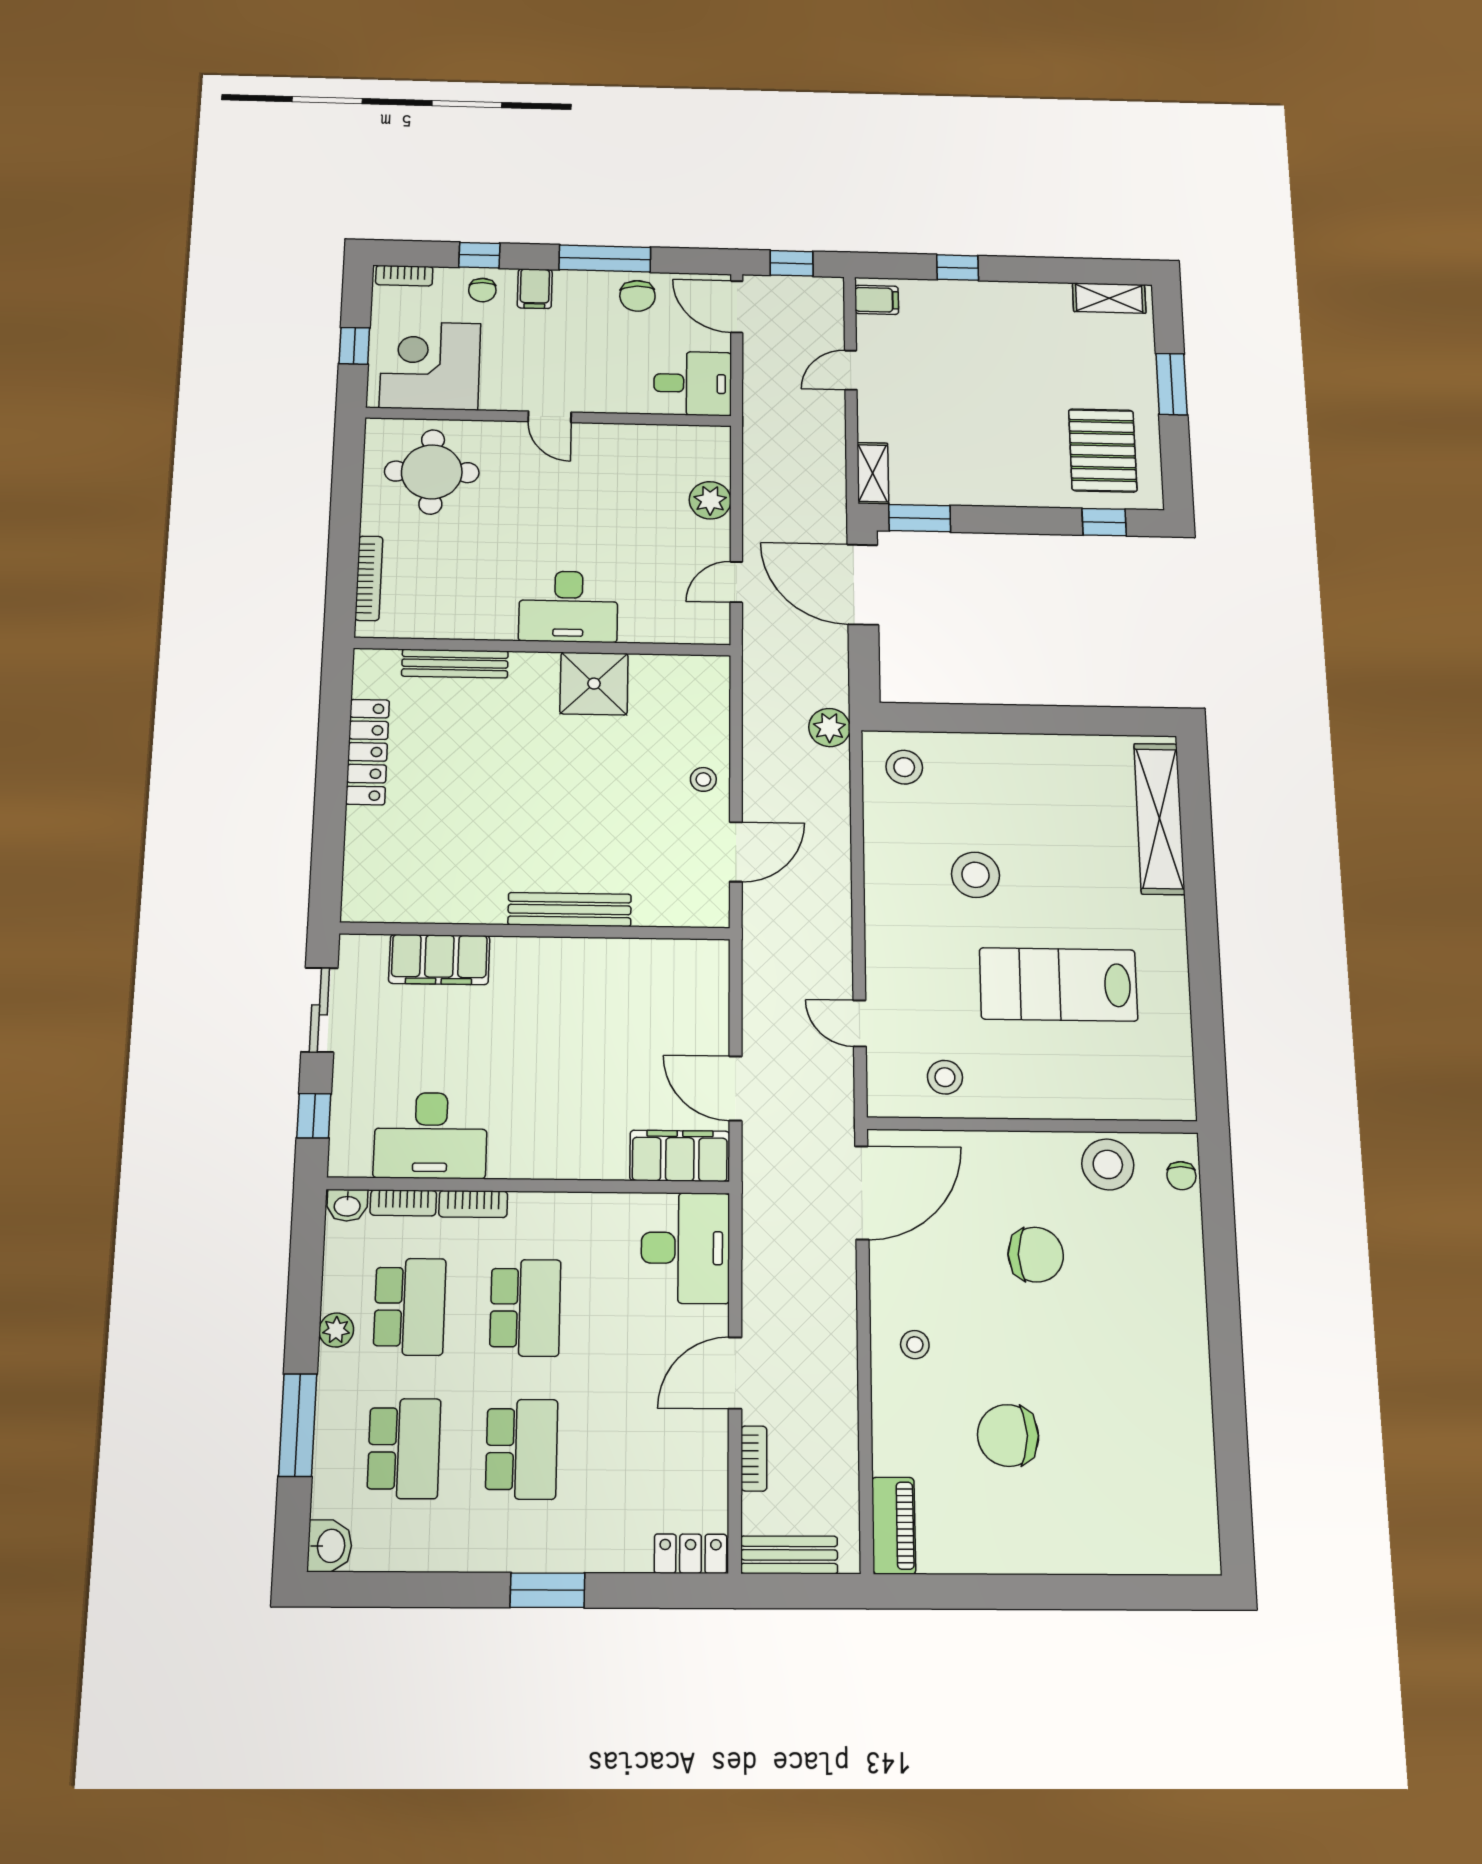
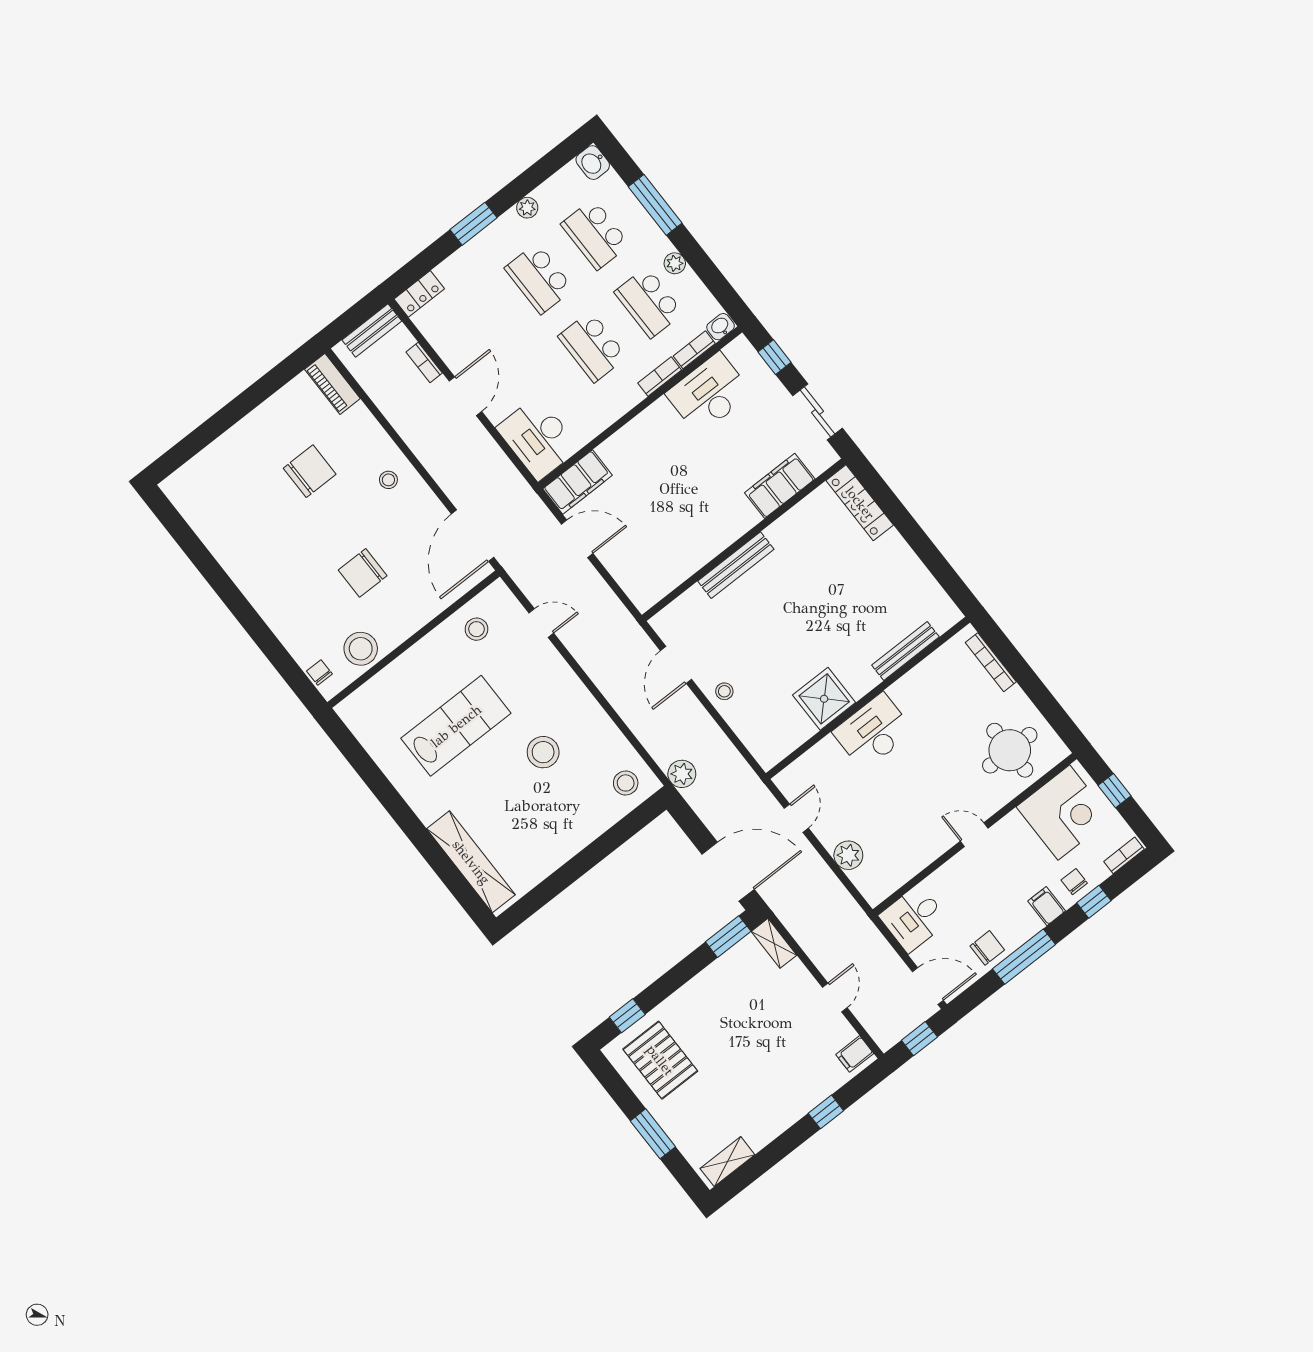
chair: (637, 296) -> (987, 948), turned 93
locker: (368, 752) -> (860, 503), moved
plant: (462, 1555) -> (527, 208), added

